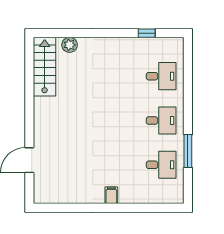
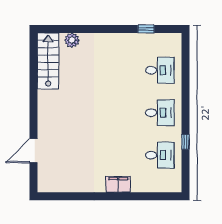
window: (188, 151) -> (185, 142), width x0.46
filing cabinet: (111, 195) -> (118, 184), width x2.00

